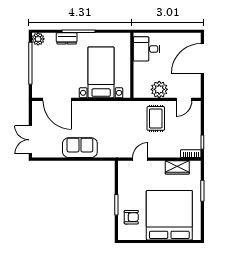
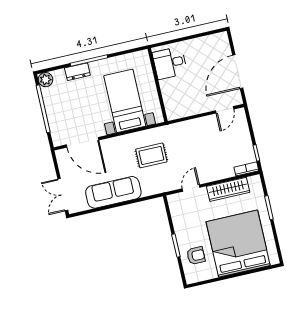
door: (202, 58) -> (238, 72), moved
plant: (159, 89) -> (194, 105), removed
rug: (156, 118) -> (151, 155), moved, turned 90
sofa: (80, 148) -> (113, 192), width x1.36
wardrobe: (177, 167) -> (228, 189), width x1.50

